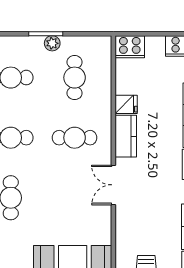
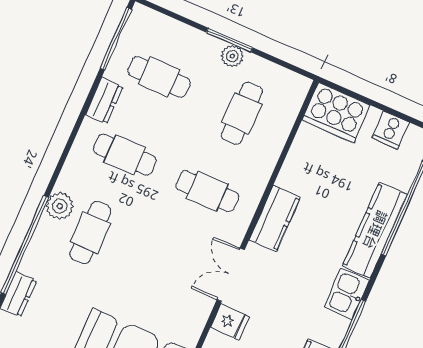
cooker: (130, 47) -> (336, 113), width x1.37, depth x1.31
fridge: (126, 104) -> (230, 322), moved

